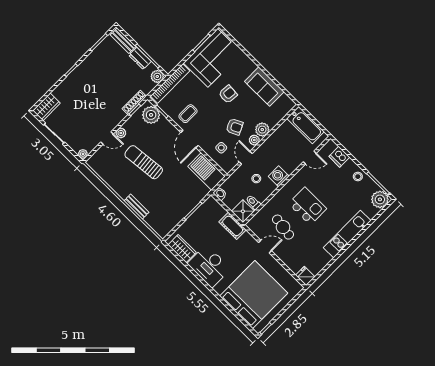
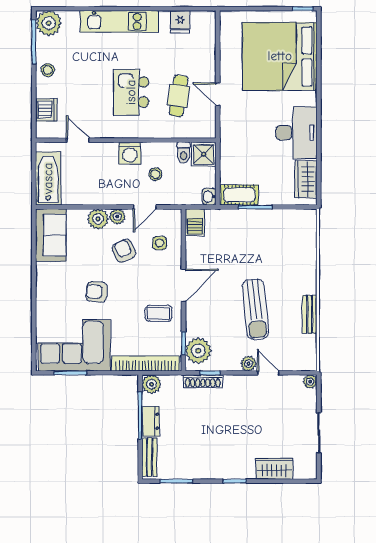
sofa: (264, 87) -> (51, 235), moved
wardrobe: (47, 107) -> (274, 469), moved
barbecue: (207, 171) -> (195, 222), width x0.53, depth x0.65
bench: (136, 207) -> (310, 314), moved
cot: (233, 226) -> (239, 195), moved, turned 90
fridge: (305, 276) -> (180, 22), moved

